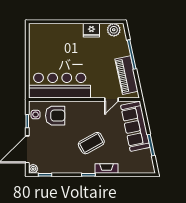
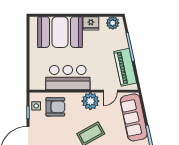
booth: (60, 39) -> (60, 32), added
bar counter: (60, 86) -> (68, 78), width x0.73
plant: (91, 110) -> (90, 101), added

